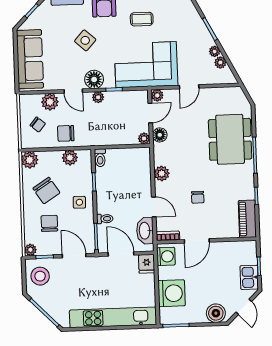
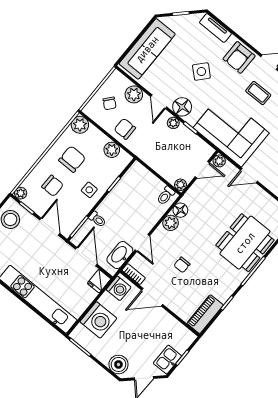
floor lamp: (160, 135) -> (180, 210), moved
toilet: (100, 158) -> (166, 196), moved
chair: (46, 191) -> (72, 159), turned -147
chair: (49, 223) -> (53, 186), turned 90

